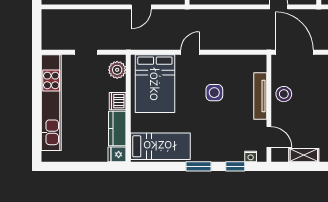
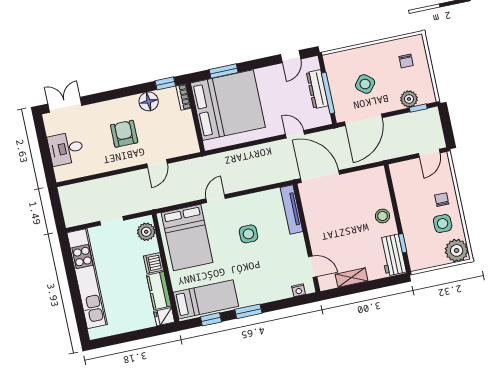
stool: (284, 94) -> (318, 221), removed
tv unit: (260, 96) -> (291, 209), moved
window: (235, 166) -> (211, 319), moved

